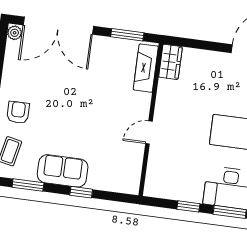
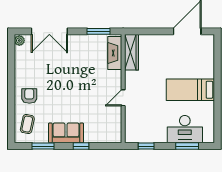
double door: (58, 26) -> (49, 31), width x0.73
wardrobe: (170, 62) -> (131, 52), width x1.50
window: (188, 206) -> (146, 146), moved

